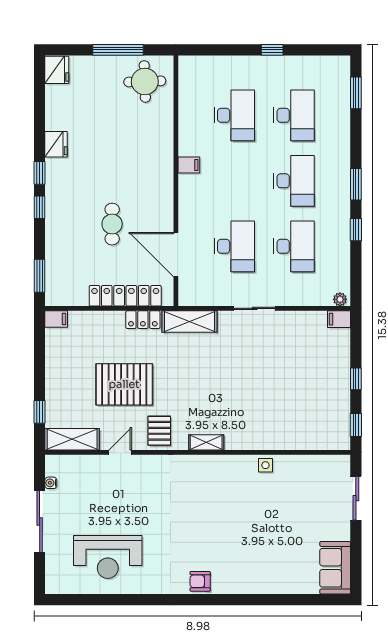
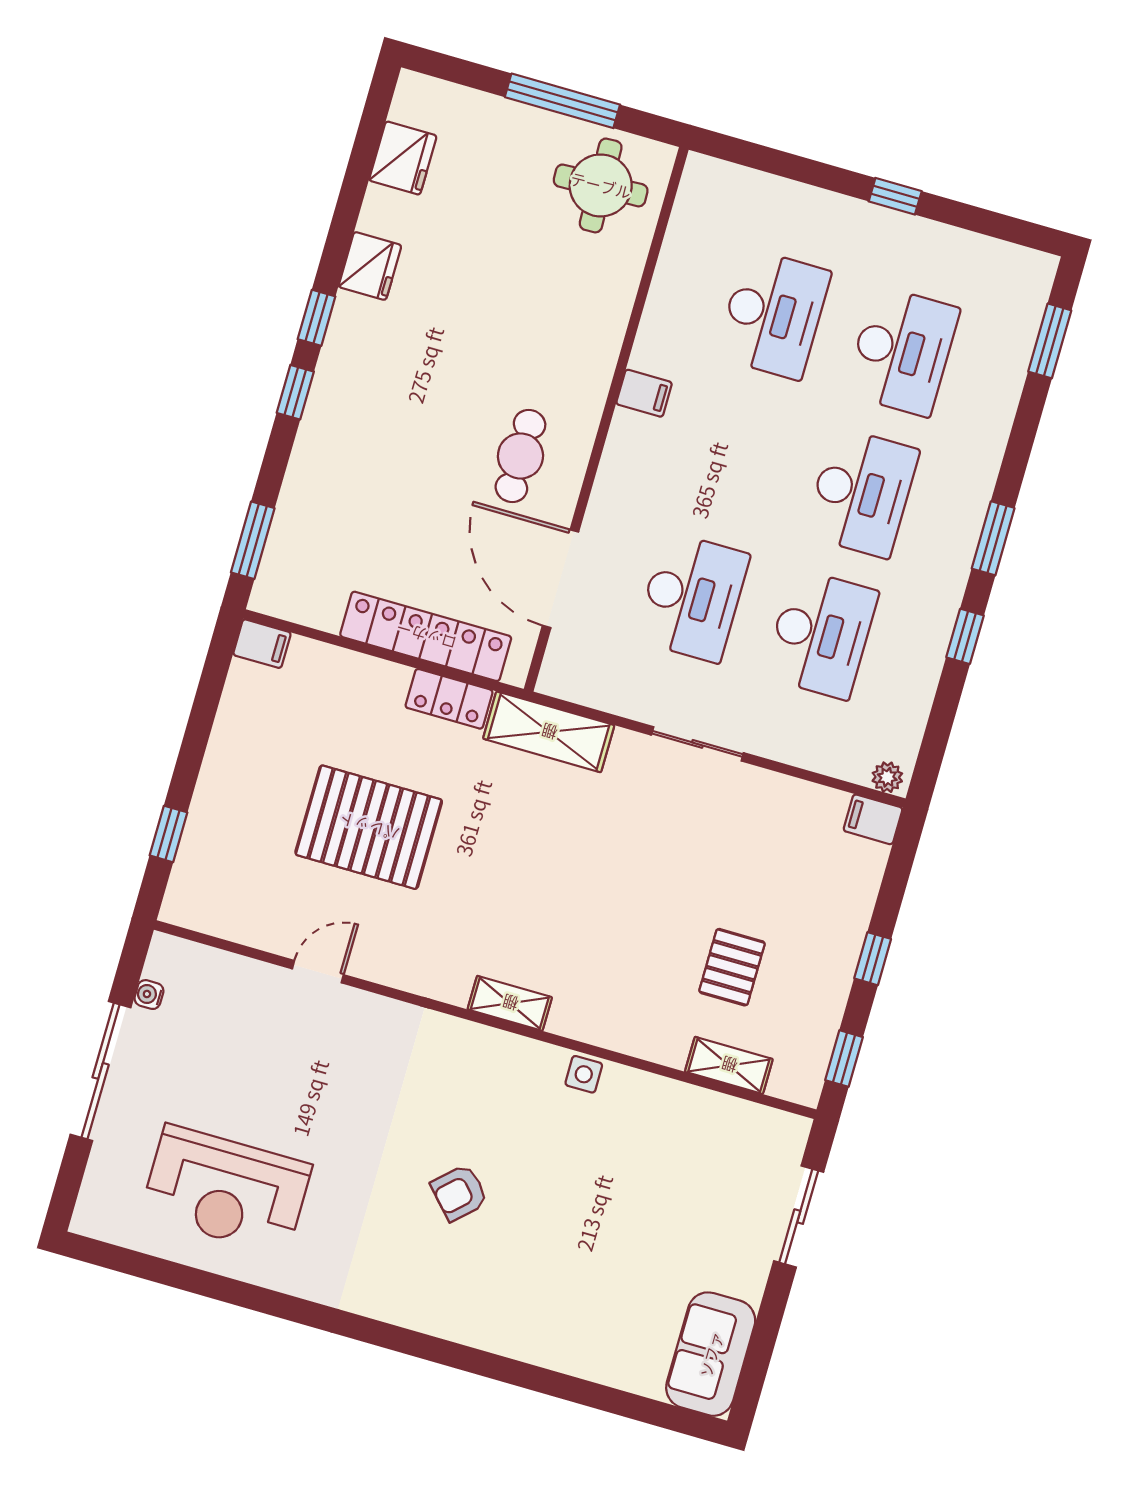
fridge: (57, 70) -> (403, 158), moved
cafe table: (112, 224) -> (520, 456), moved
pallet: (159, 431) -> (732, 967), moved
shelving: (72, 439) -> (729, 1065), moved, width x0.67, depth x0.75
side table: (265, 465) -> (584, 1074), moved
armchair: (200, 581) -> (459, 1193), moved, turned -43

